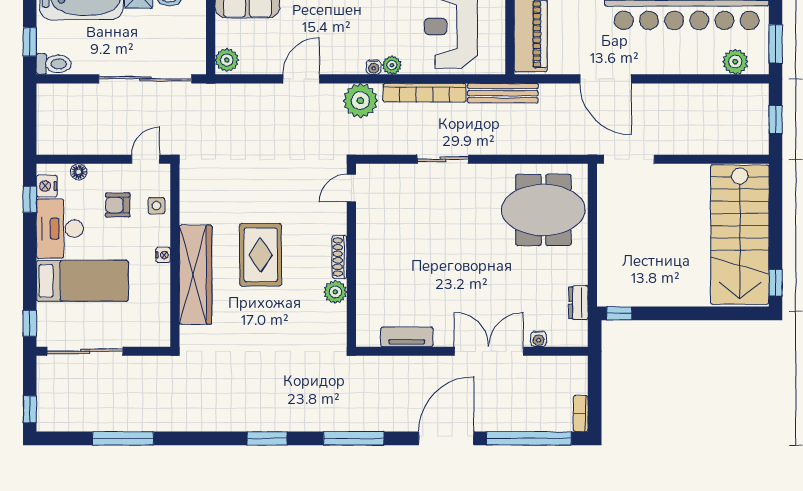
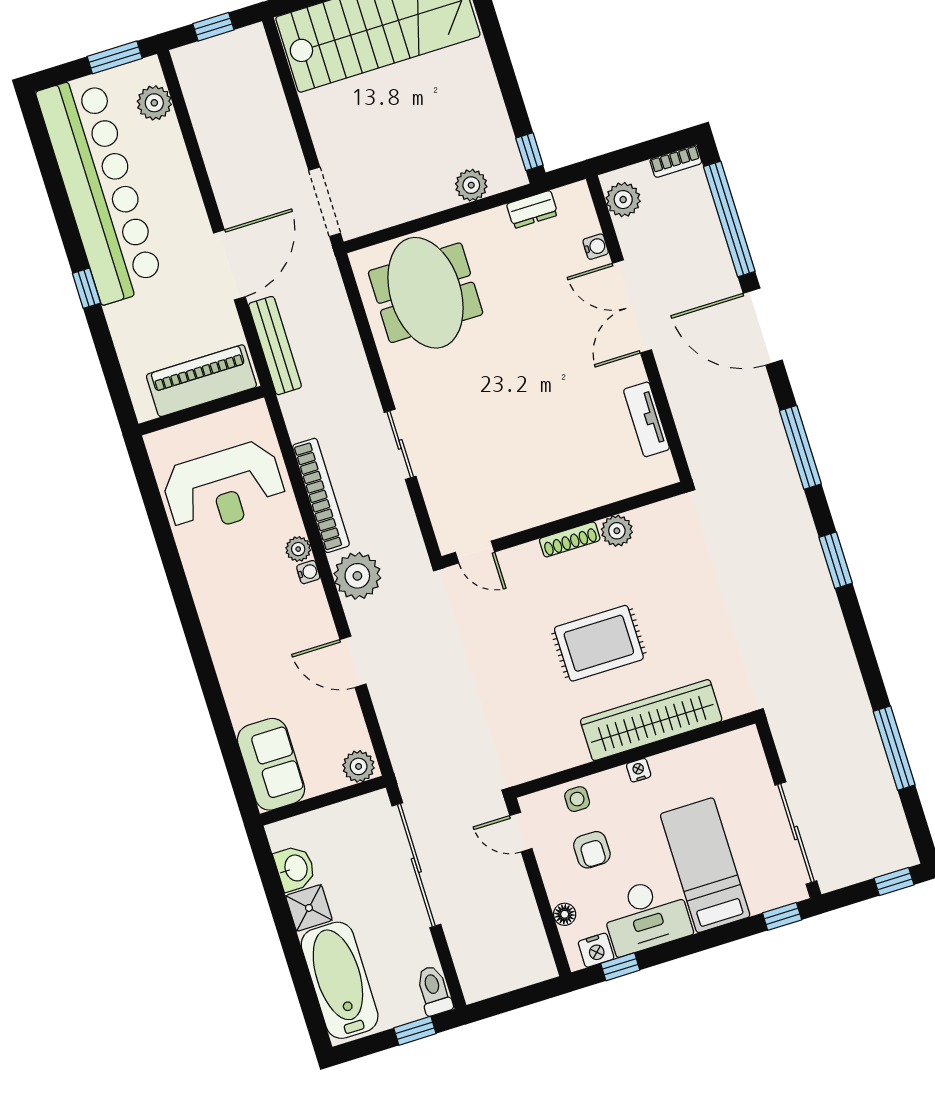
bench: (503, 93) -> (275, 346), moved
plant: (609, 265) -> (471, 185), added
plant: (565, 368) -> (623, 200), added

